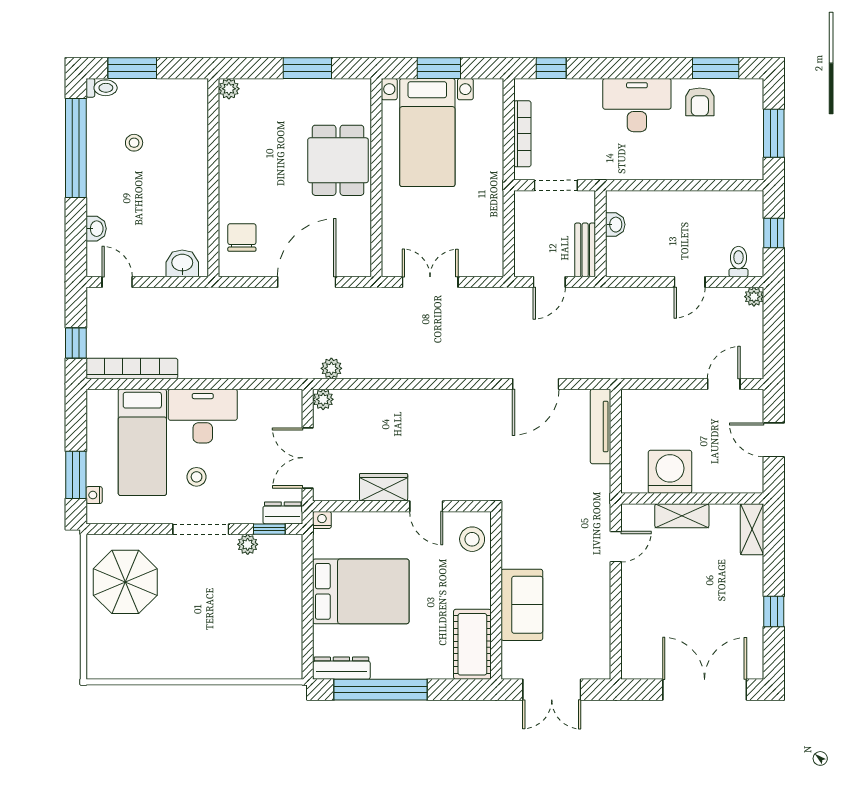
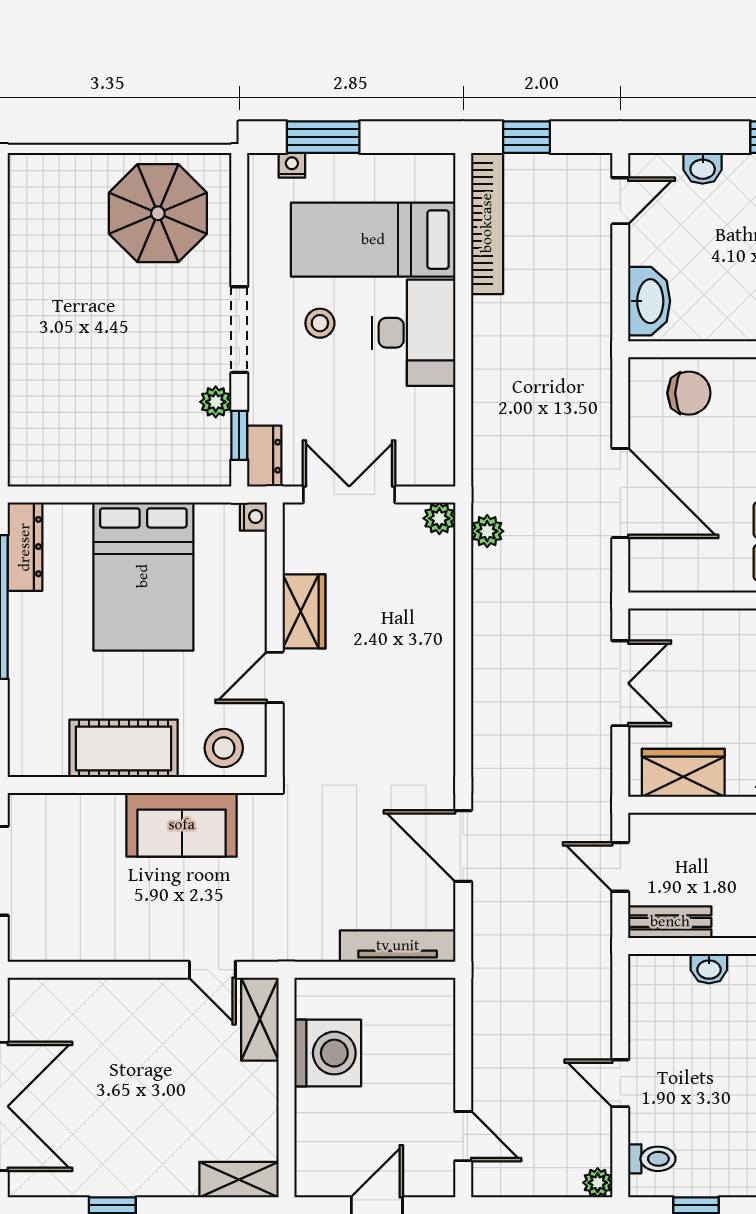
wardrobe: (488, 241) -> (683, 773), added
washbasin: (182, 263) -> (649, 301), width x1.38
shelving: (682, 516) -> (260, 1019), moved
sofa: (522, 605) -> (182, 825), moved
cot: (472, 644) -> (124, 748), moved

